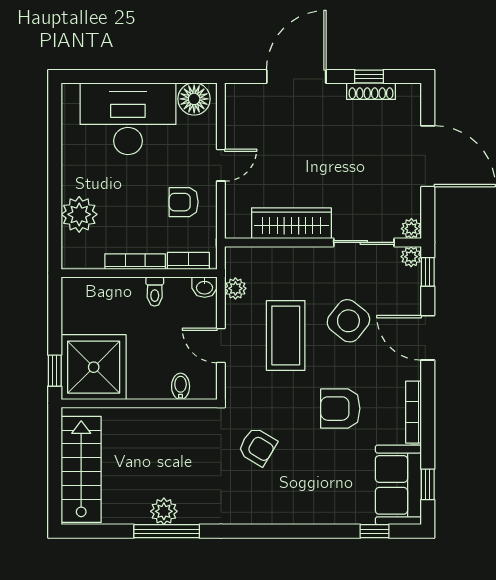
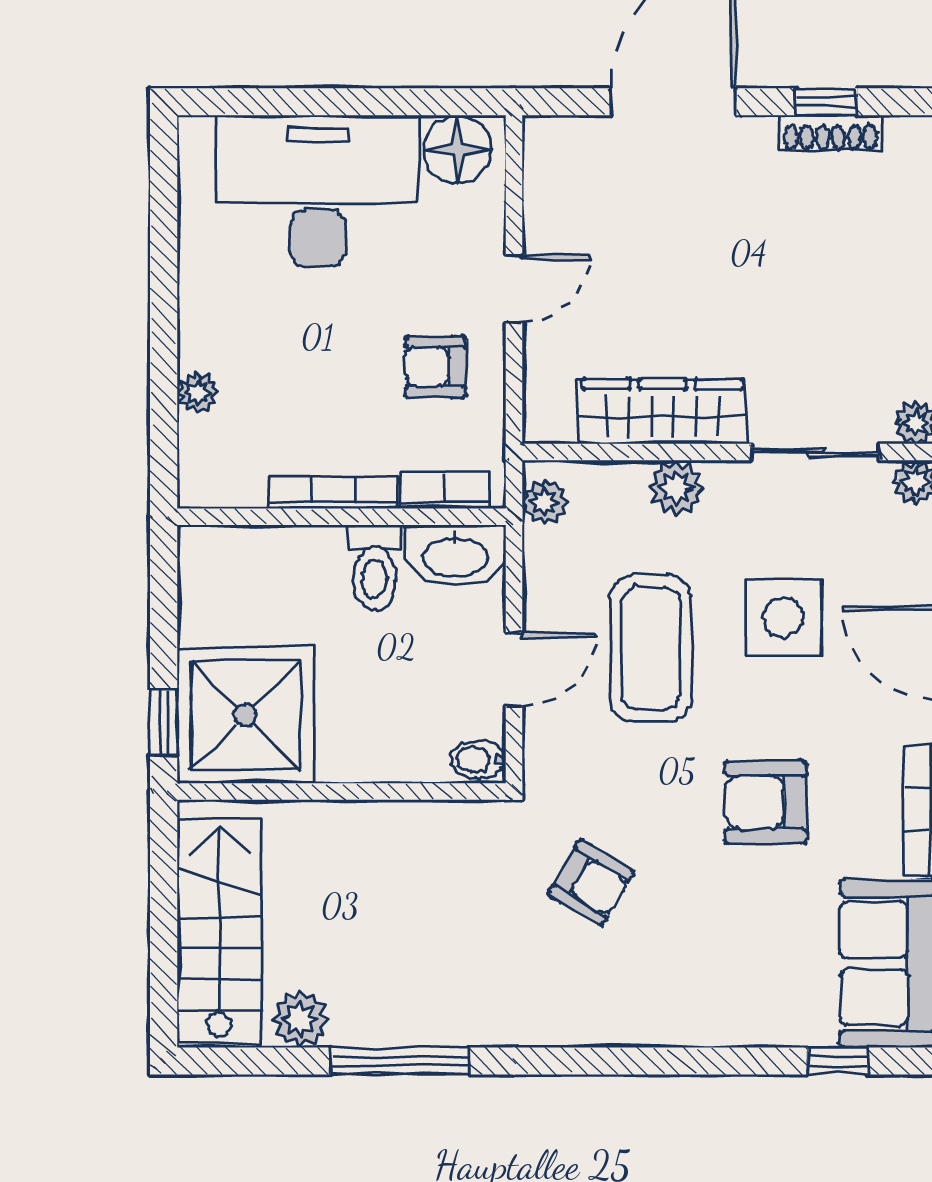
plant: (79, 214) -> (197, 393), width x0.53, depth x0.53
plant: (298, 259) -> (676, 488), added
washbasin: (205, 287) -> (455, 556), width x1.91, depth x1.45
plant: (235, 288) -> (545, 502), moved
toilet: (155, 291) -> (374, 567), width x1.37, depth x1.39
side table: (348, 321) -> (783, 617), turned -38
door: (221, 346) -> (514, 669), swing flipped
bidet: (181, 386) -> (478, 760), moved, turned -90
plant: (164, 511) -> (300, 1019), moved

